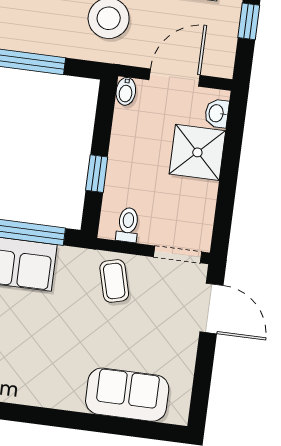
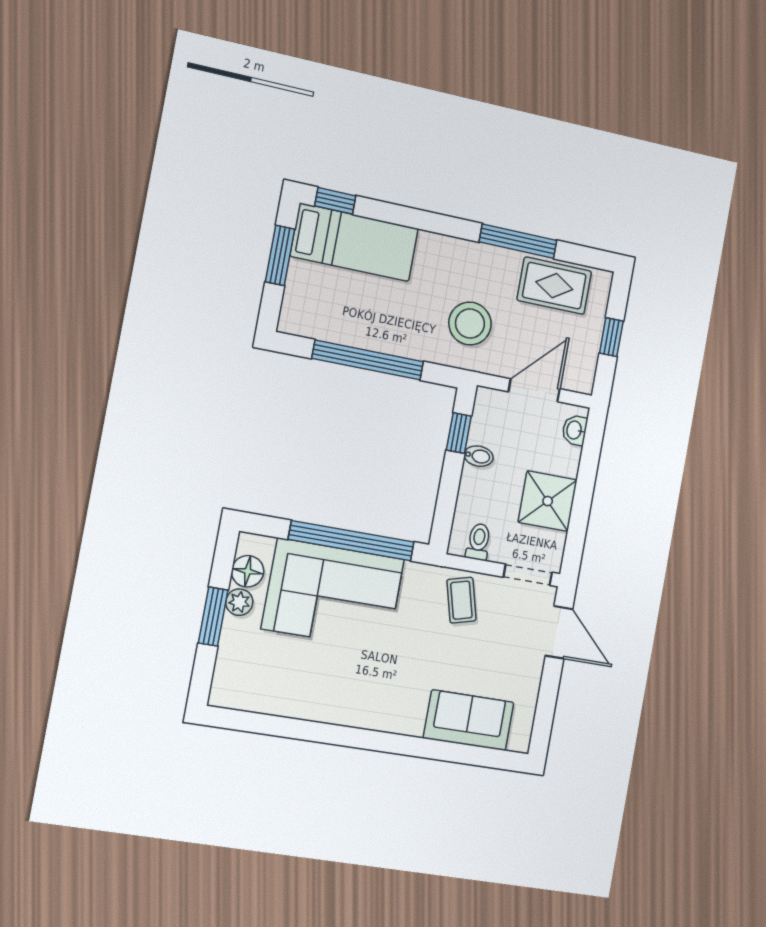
bidet: (126, 91) -> (479, 456), moved, turned -90
shower: (197, 152) -> (548, 501), moved
window: (97, 174) -> (459, 433), moved

